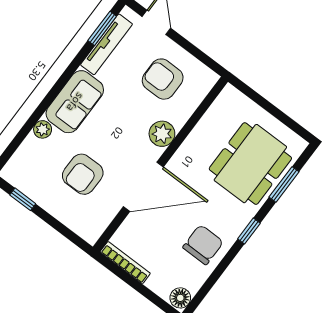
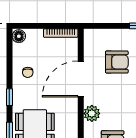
armchair: (83, 174) -> (117, 62), turned 90
chair: (203, 245) -> (28, 72), width x0.54, depth x0.54

